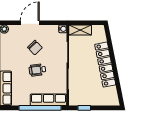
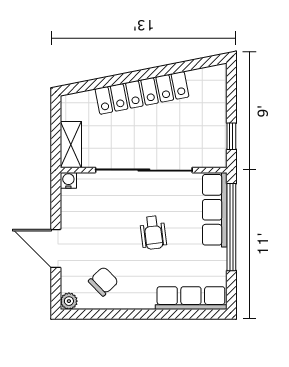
chair: (35, 47) -> (103, 281), moved

